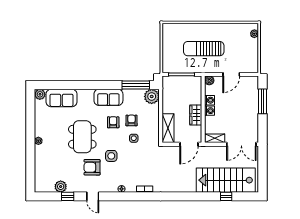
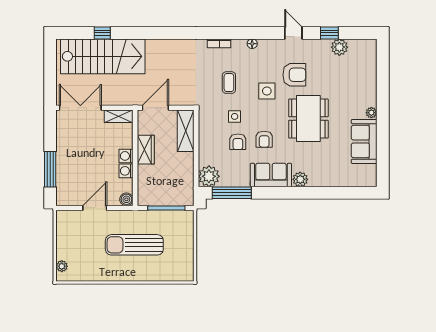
sun lounger: (204, 49) -> (134, 245), turned 180
plant: (40, 94) -> (300, 179), moved
sofa: (62, 98) -> (364, 141), moved, turned -90
coffee table: (138, 162) -> (229, 83), added

